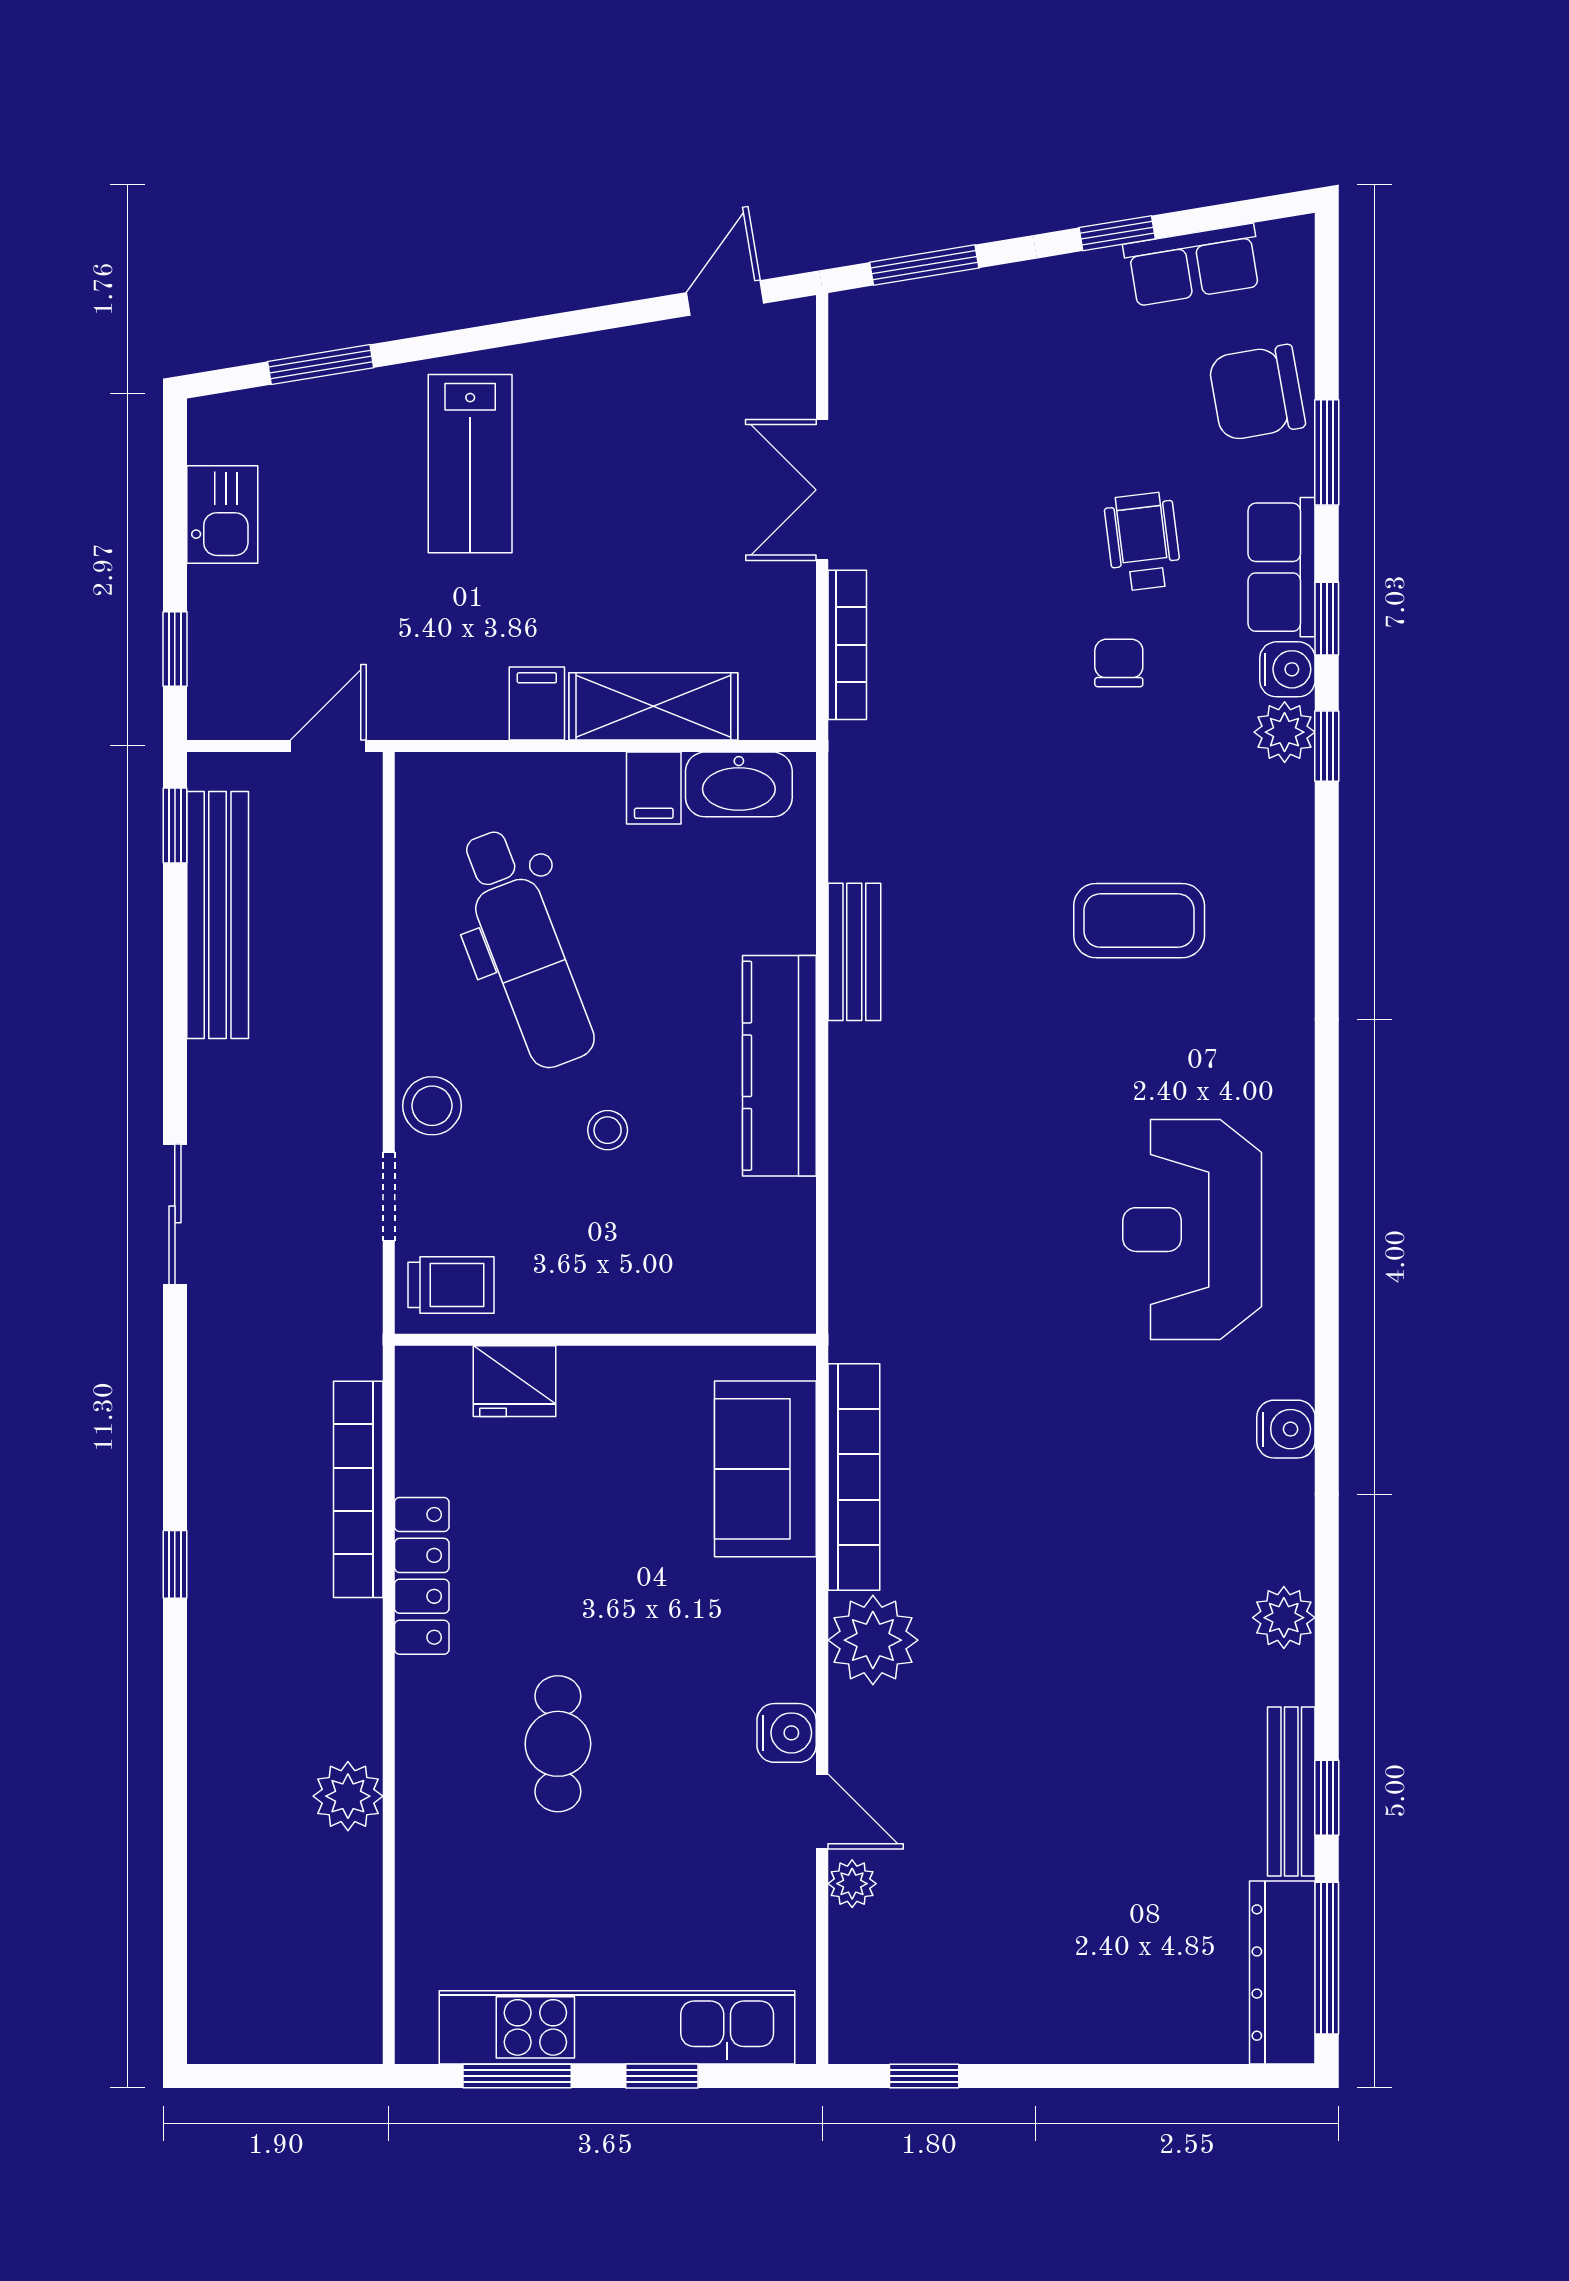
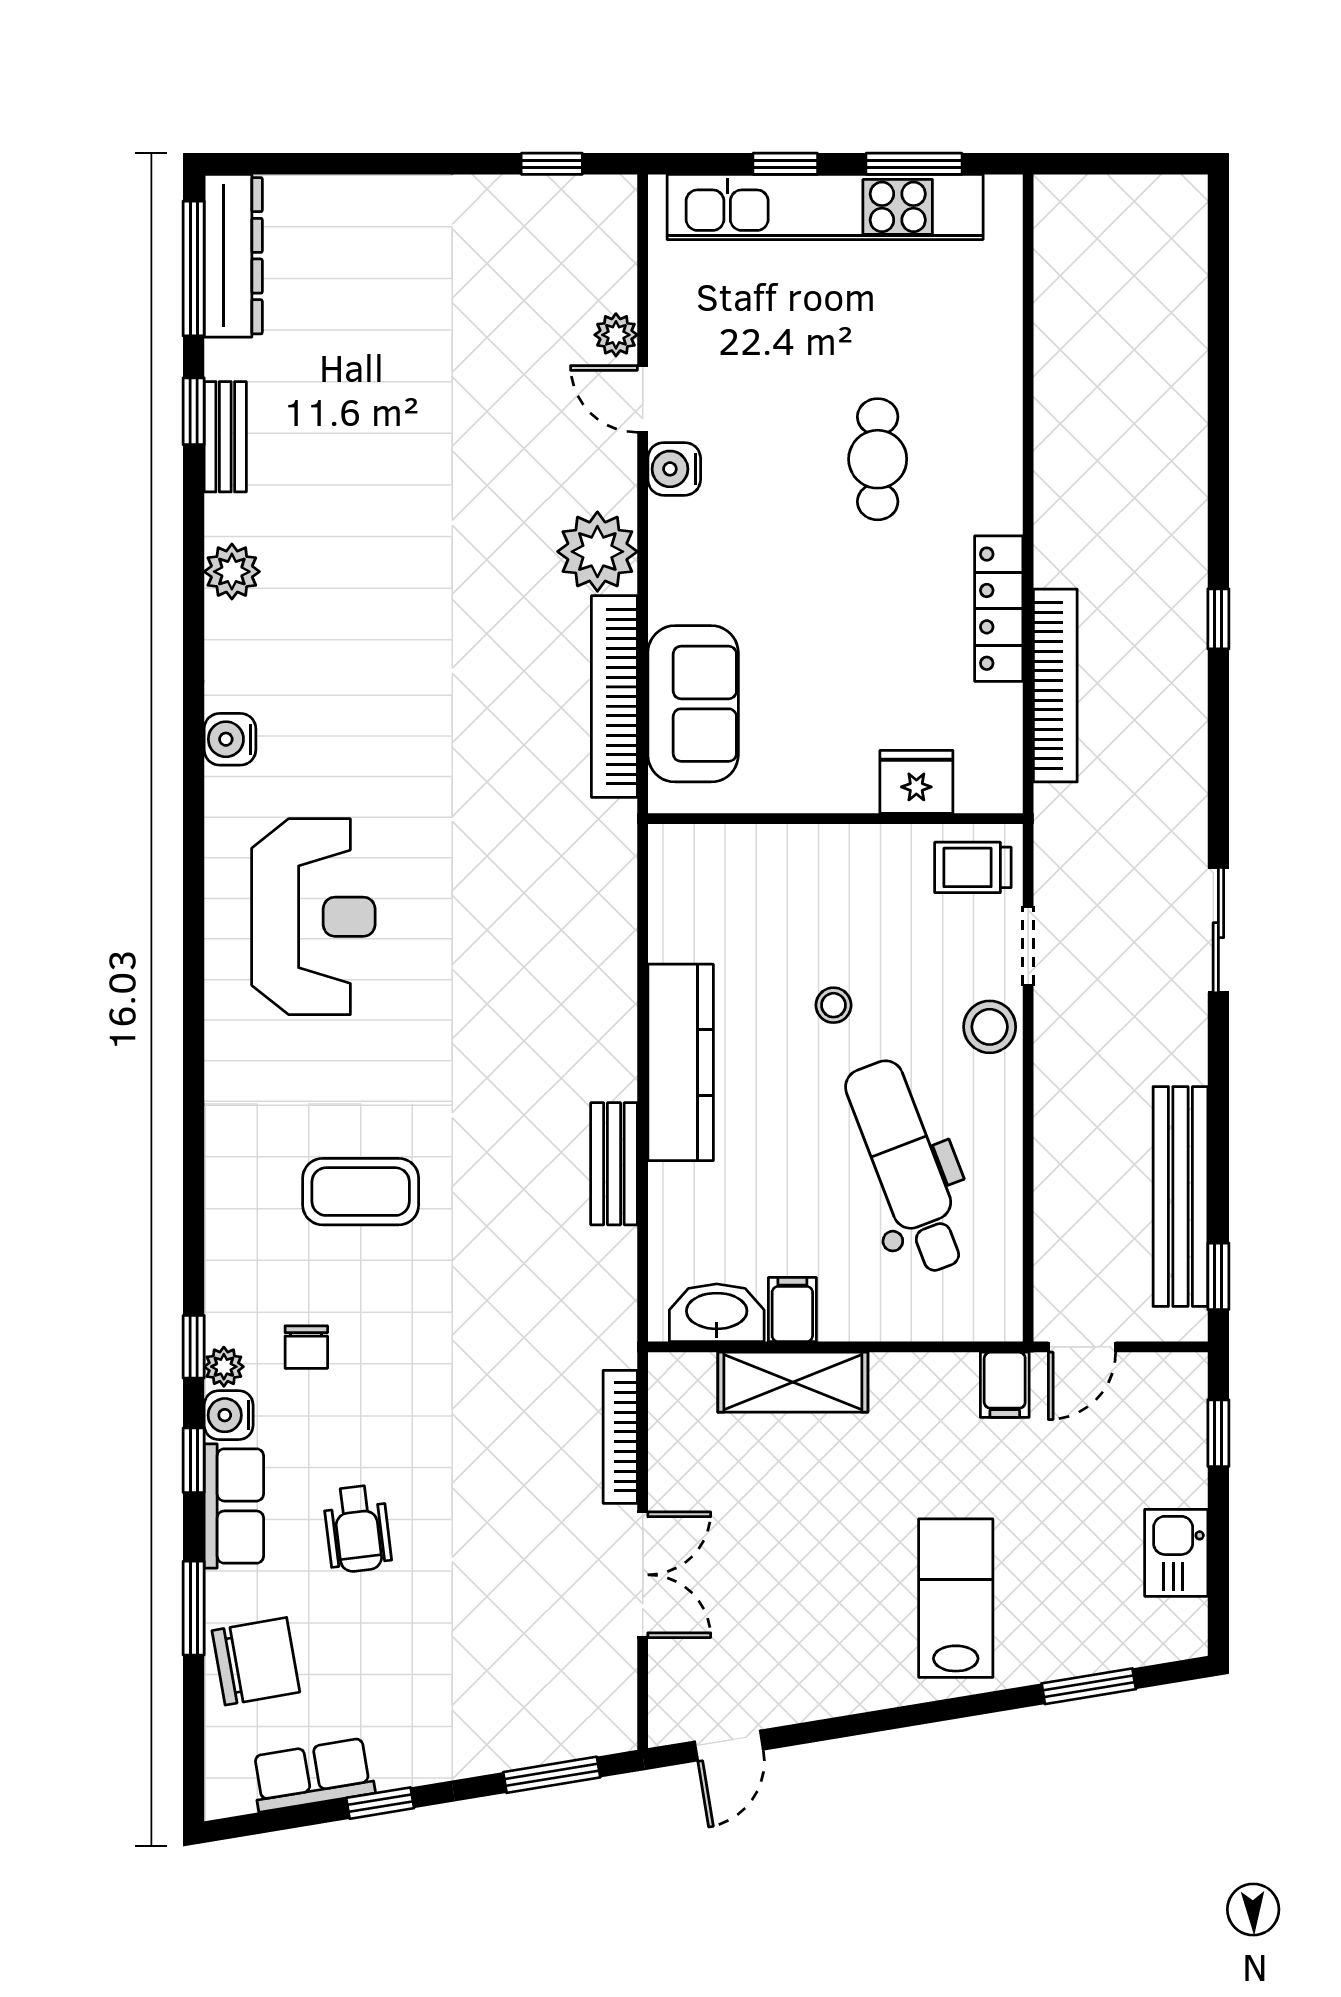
chair: (1119, 663) -> (306, 1347), moved
filing cabinet: (537, 703) -> (1005, 1385), moved
plant: (1285, 732) -> (224, 1367), width x0.73, depth x0.73
bench: (1291, 1792) -> (225, 437), width x0.73
plant: (348, 1796) -> (1064, 413), removed

